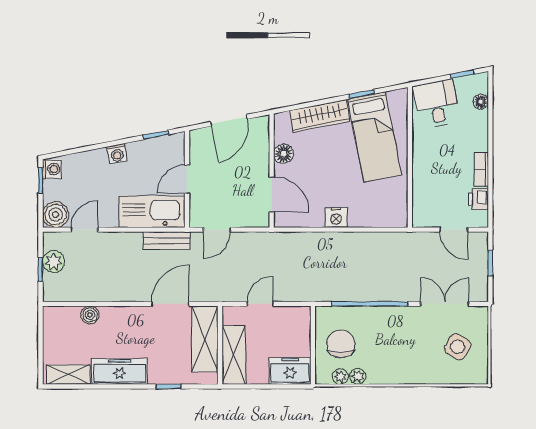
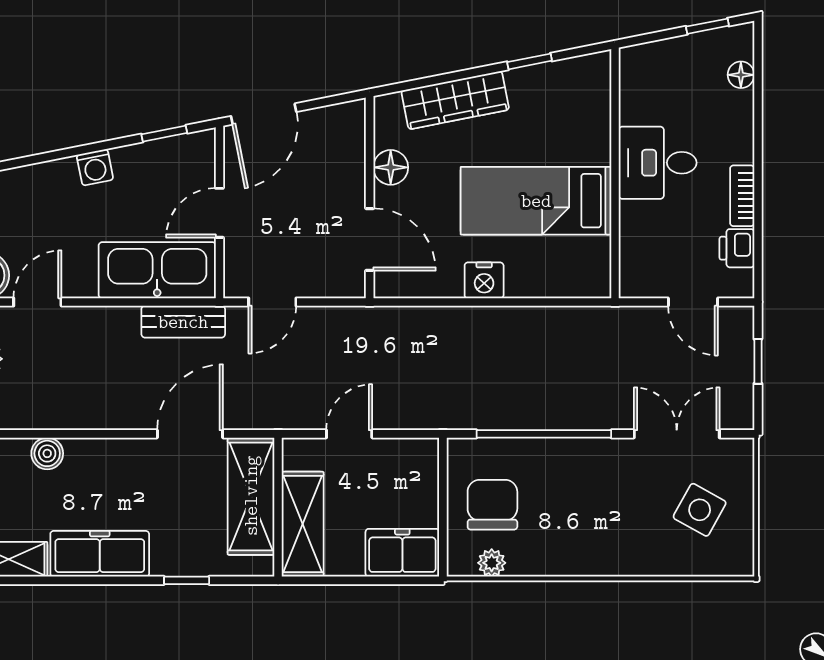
desk: (436, 104) -> (658, 163), moved, turned -79
door: (229, 120) -> (264, 114), moved
bed: (375, 137) -> (536, 201), moved, turned 101
plant: (358, 376) -> (523, 563), removed

